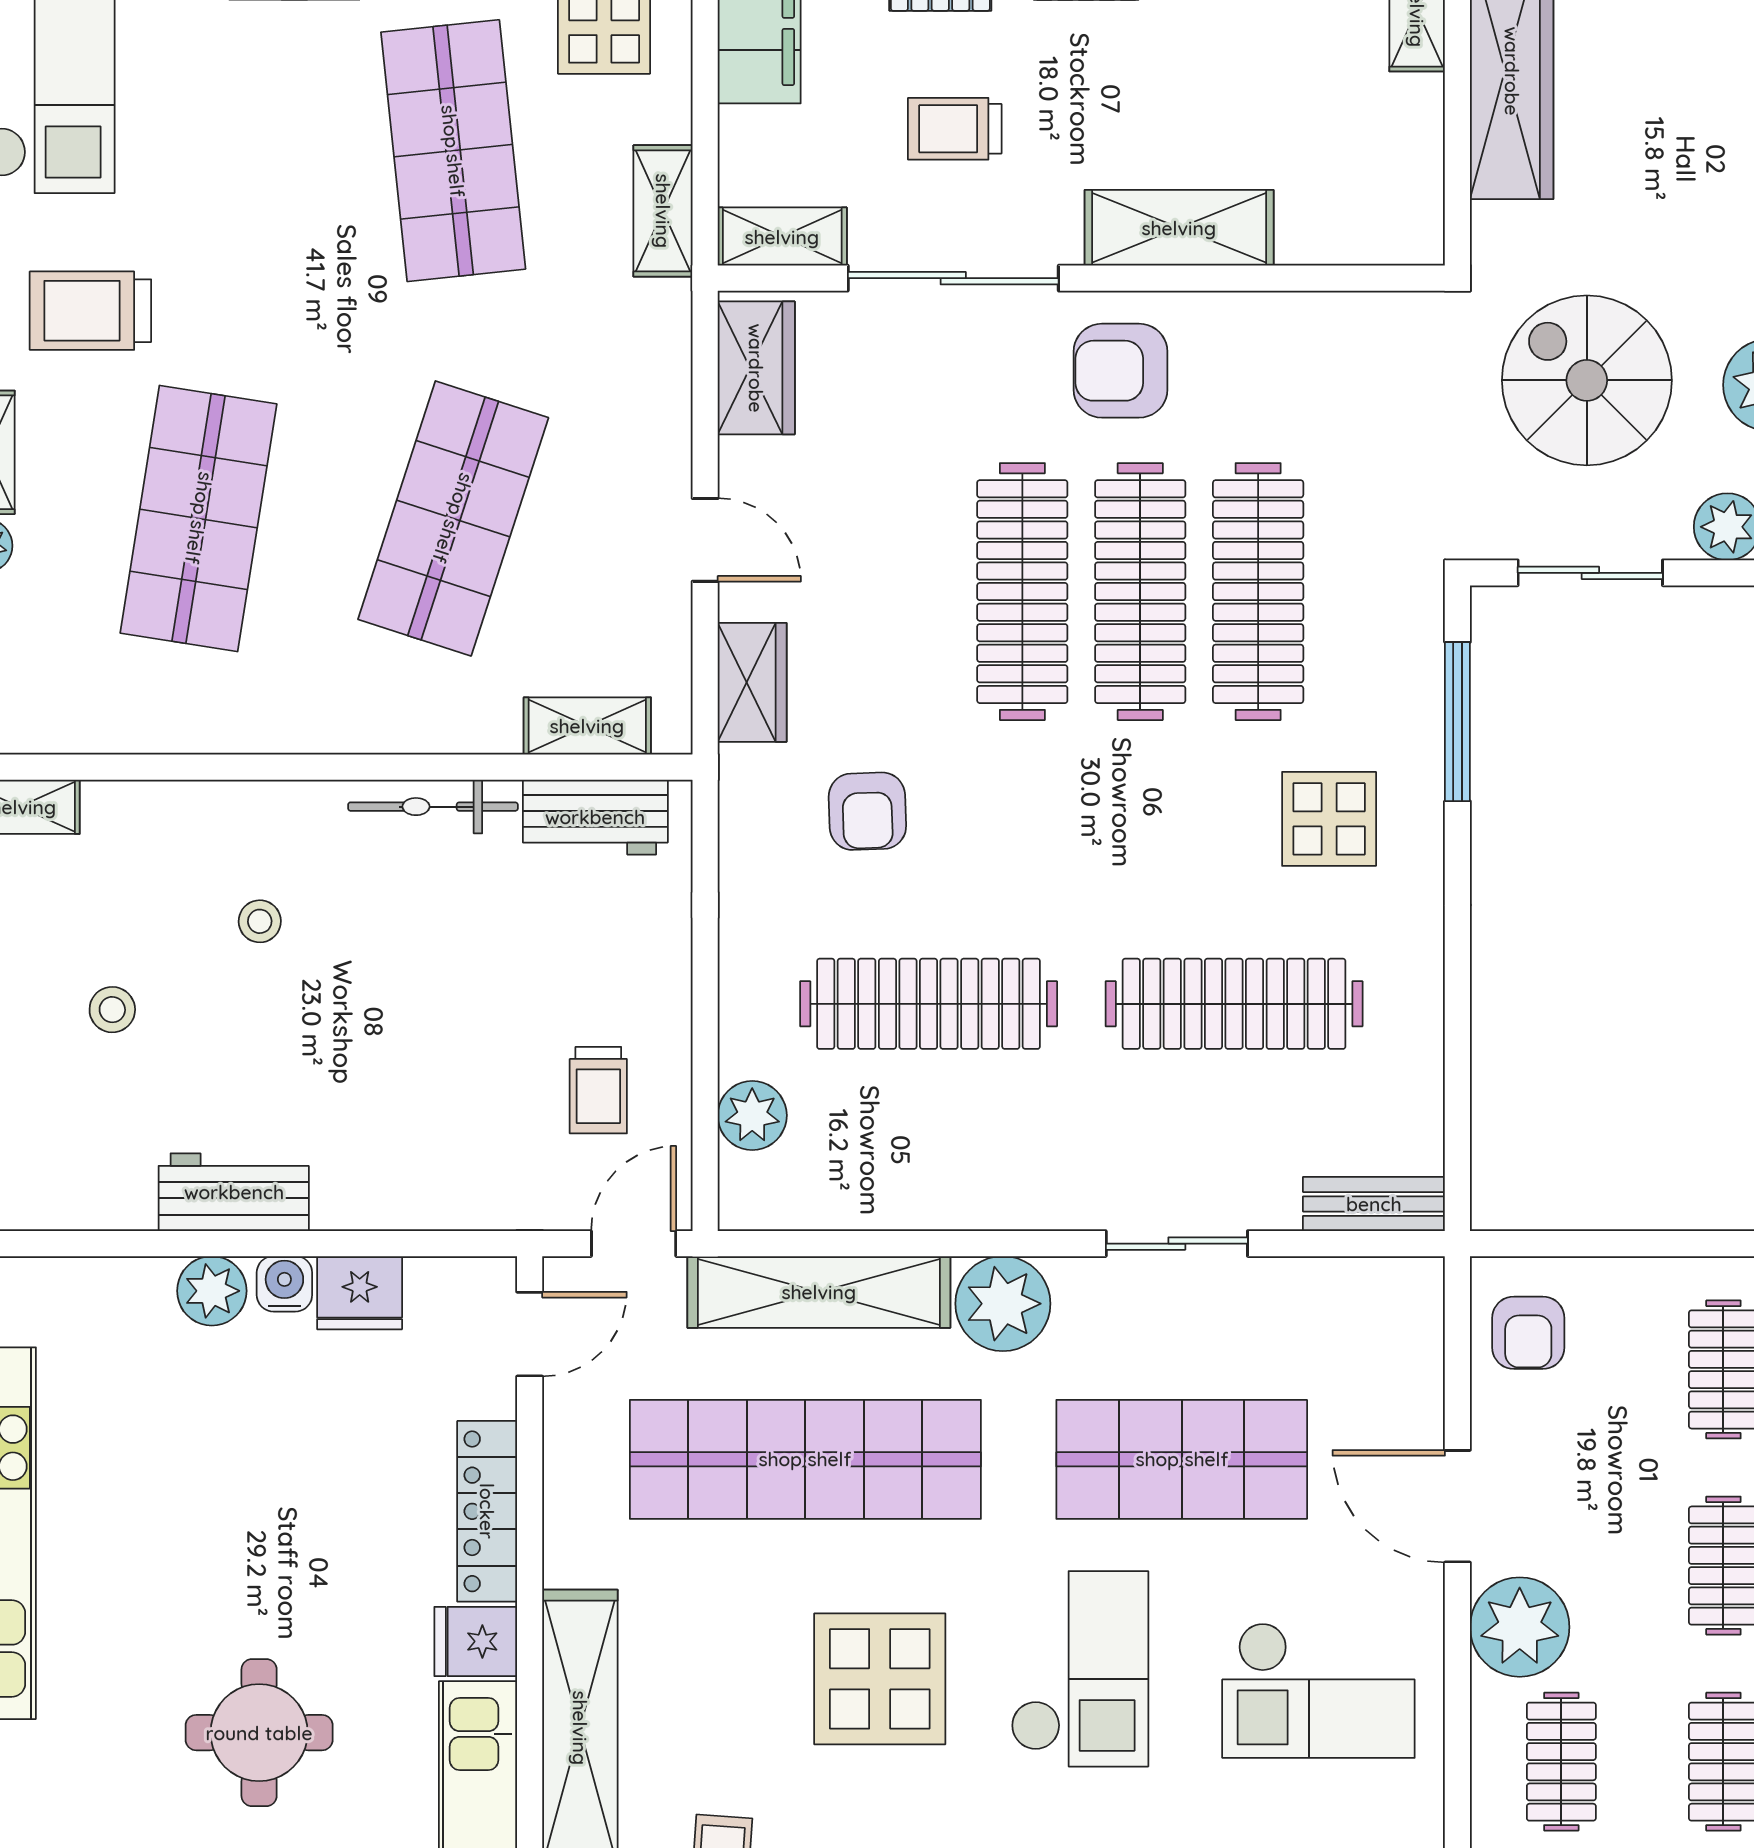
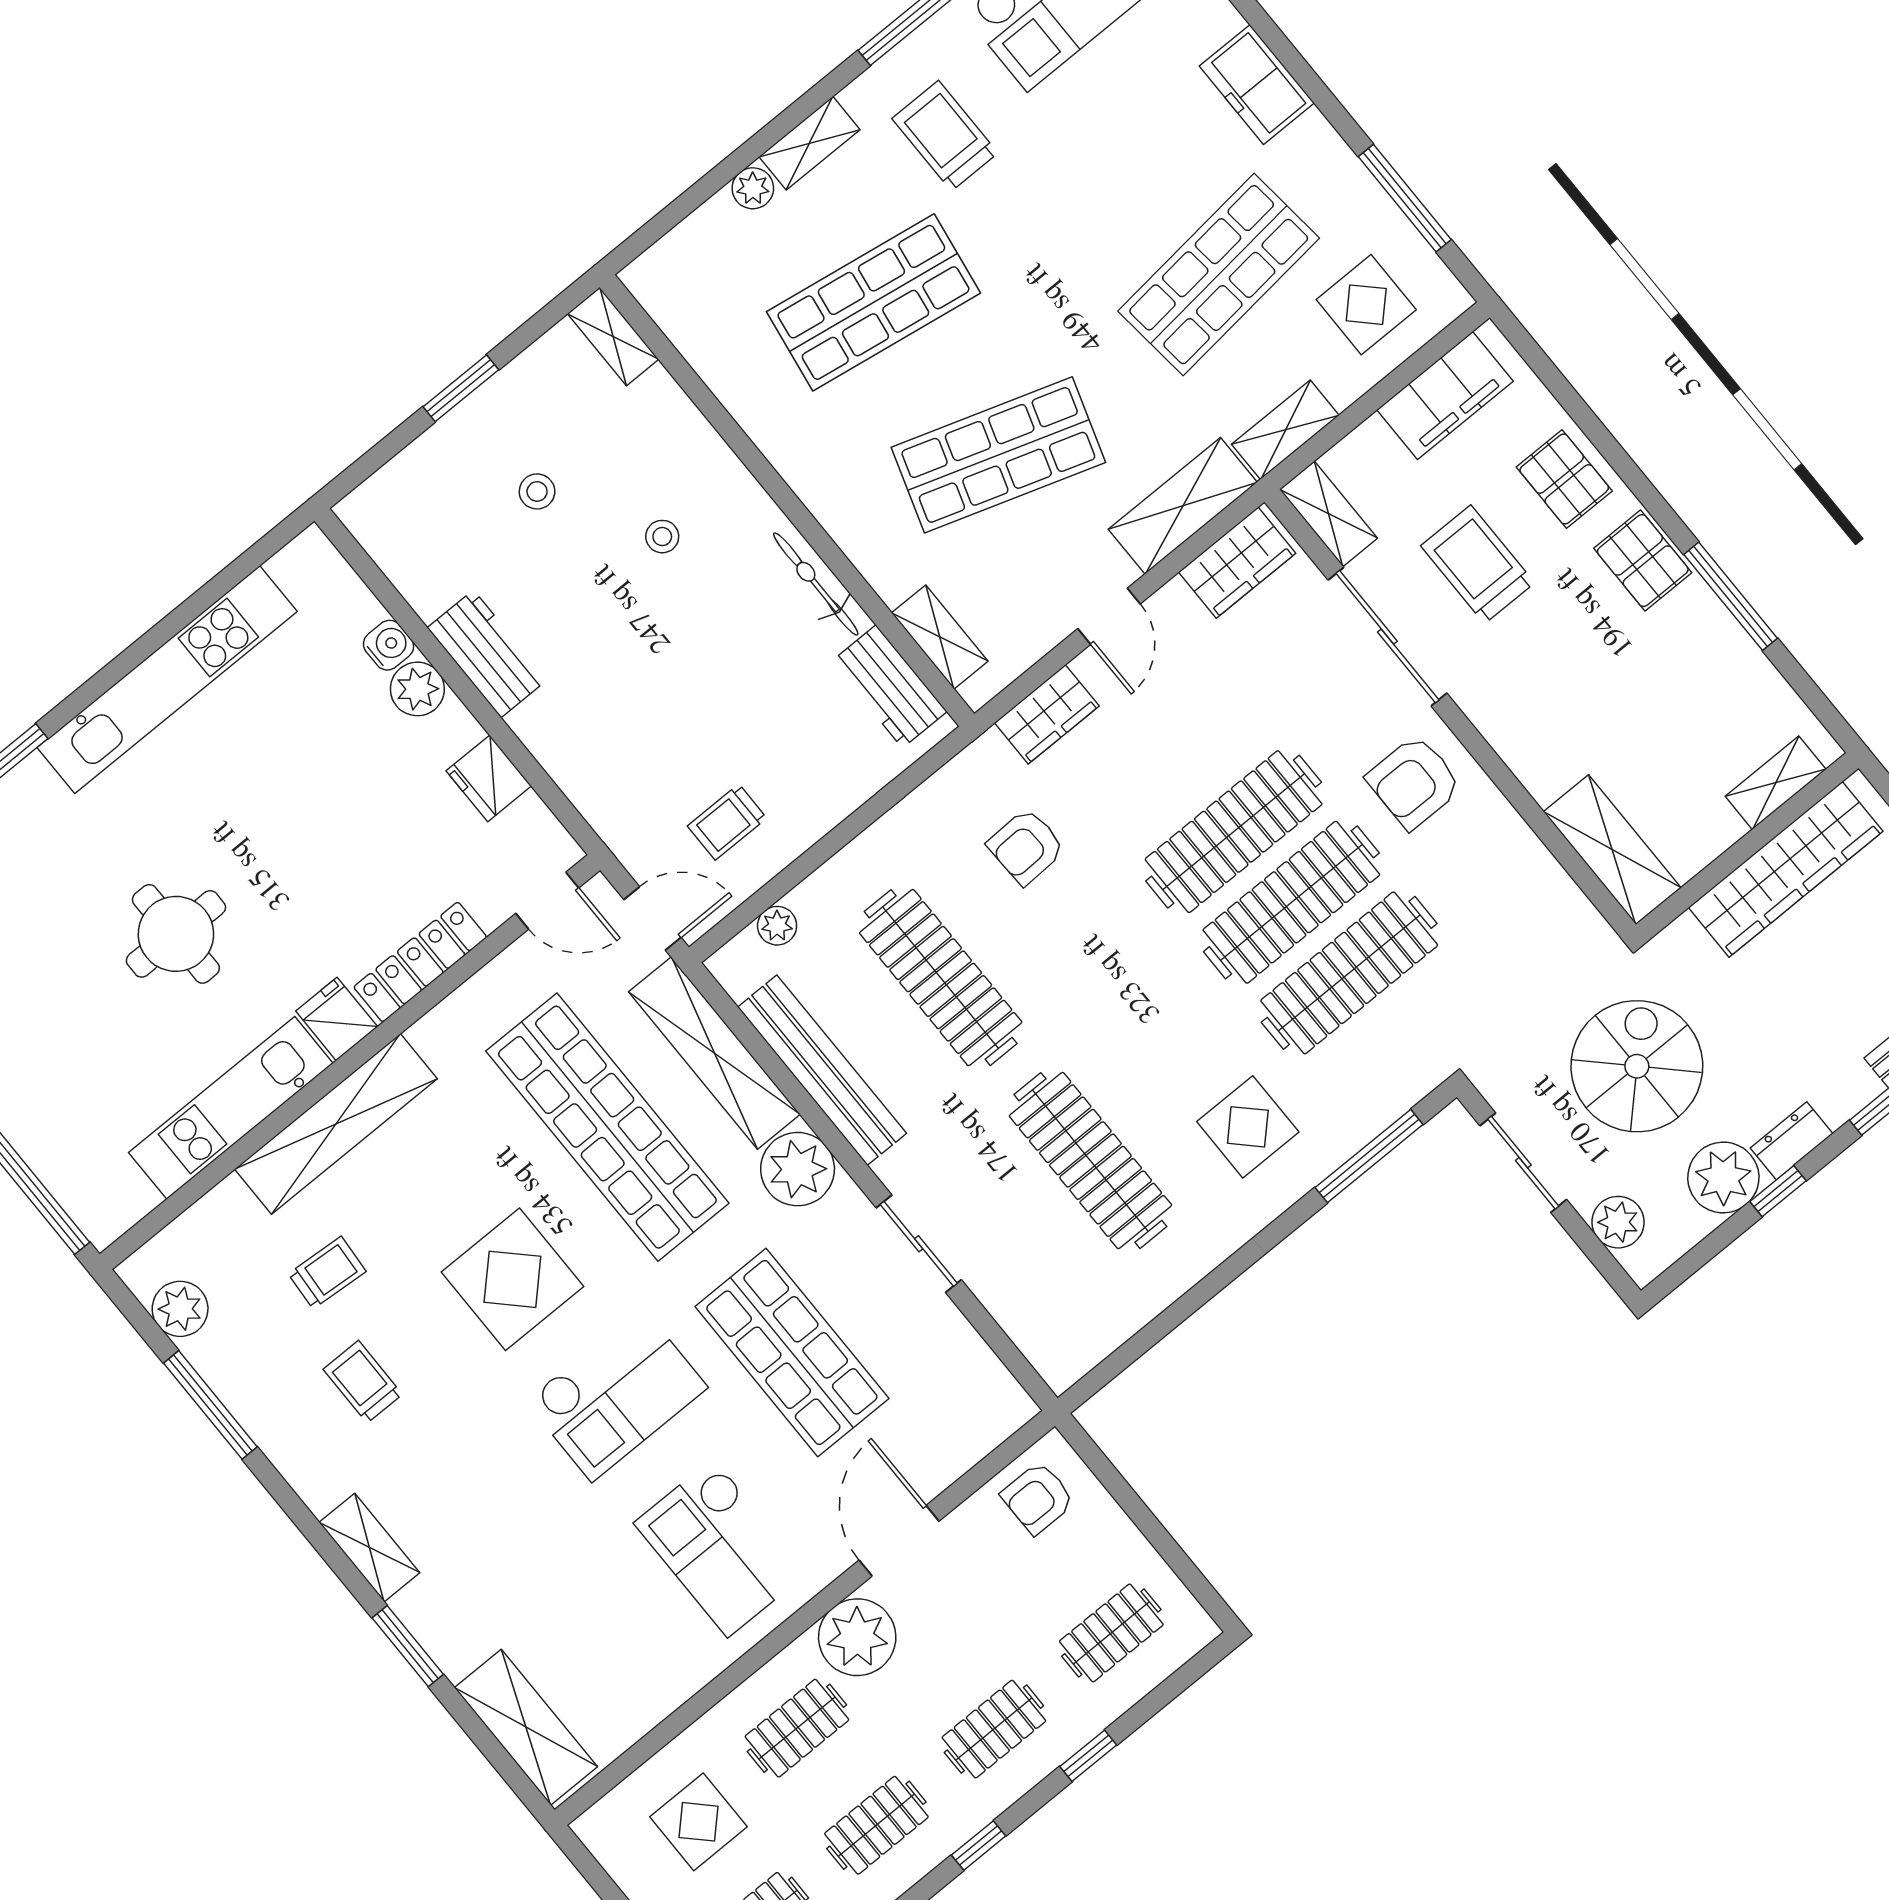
trolley: (955, 129) -> (1478, 564), width x1.36, depth x1.39
shelving: (1179, 228) -> (1612, 850), moved
armchair: (1120, 371) -> (1414, 782), turned -90
shelving: (655, 376) -> (1183, 506), added
plant: (752, 1115) -> (777, 926), width x0.73, depth x0.73
bench: (1374, 1204) -> (822, 1070), moved, width x1.86, depth x1.21
water cooler: (284, 1284) -> (389, 645), moved

